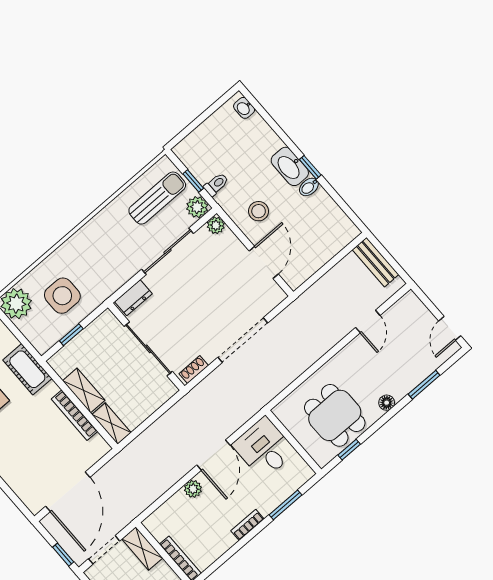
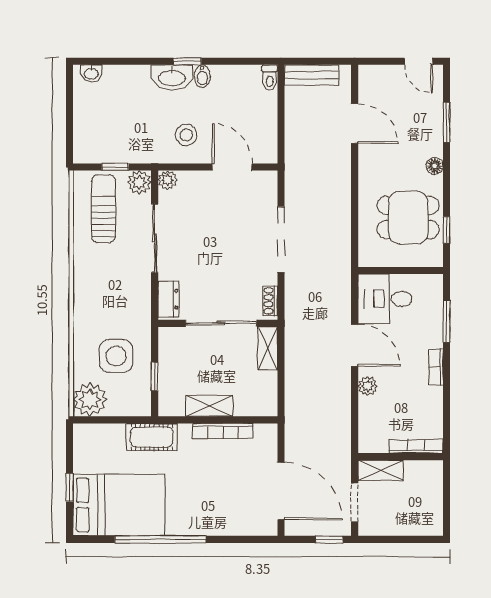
toilet: (216, 184) -> (270, 78), moved, turned 180
door: (368, 321) -> (355, 124), width x1.38
shelving: (111, 424) -> (268, 348), moved, turned 90

